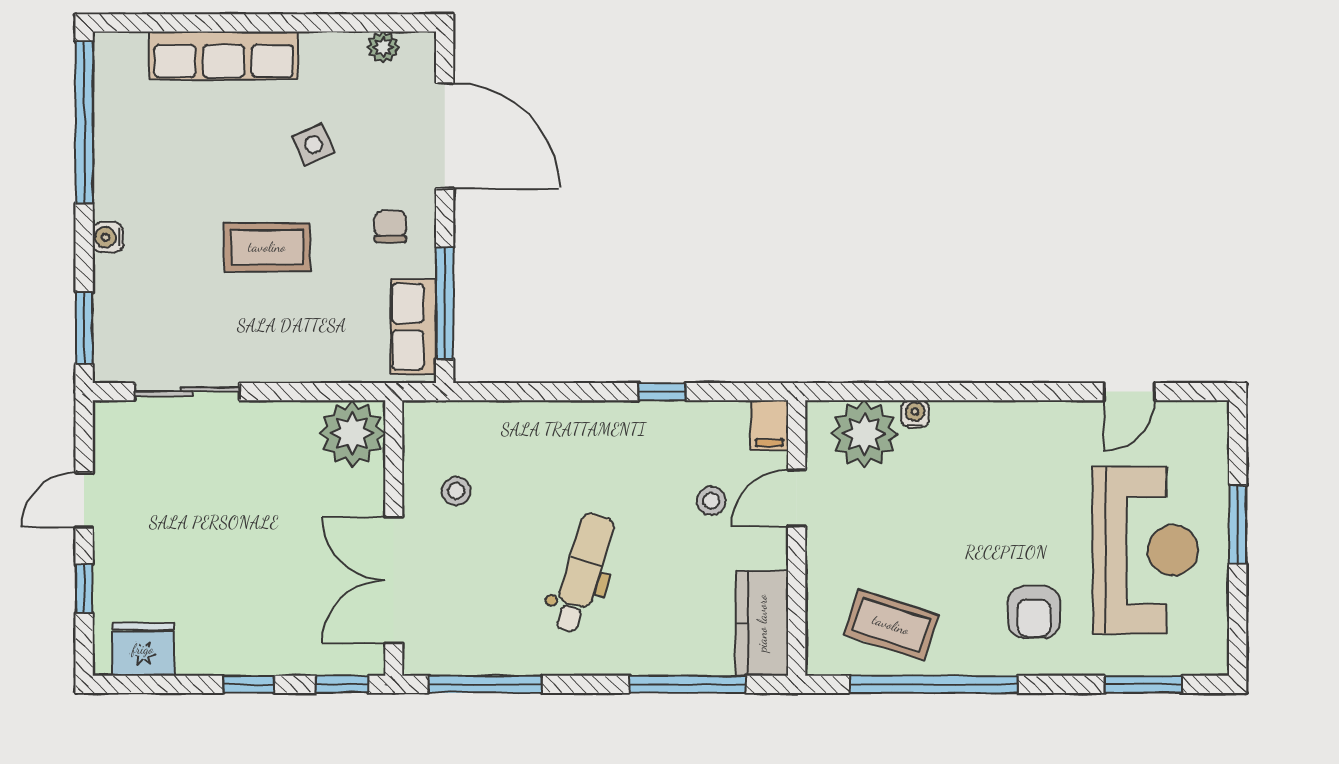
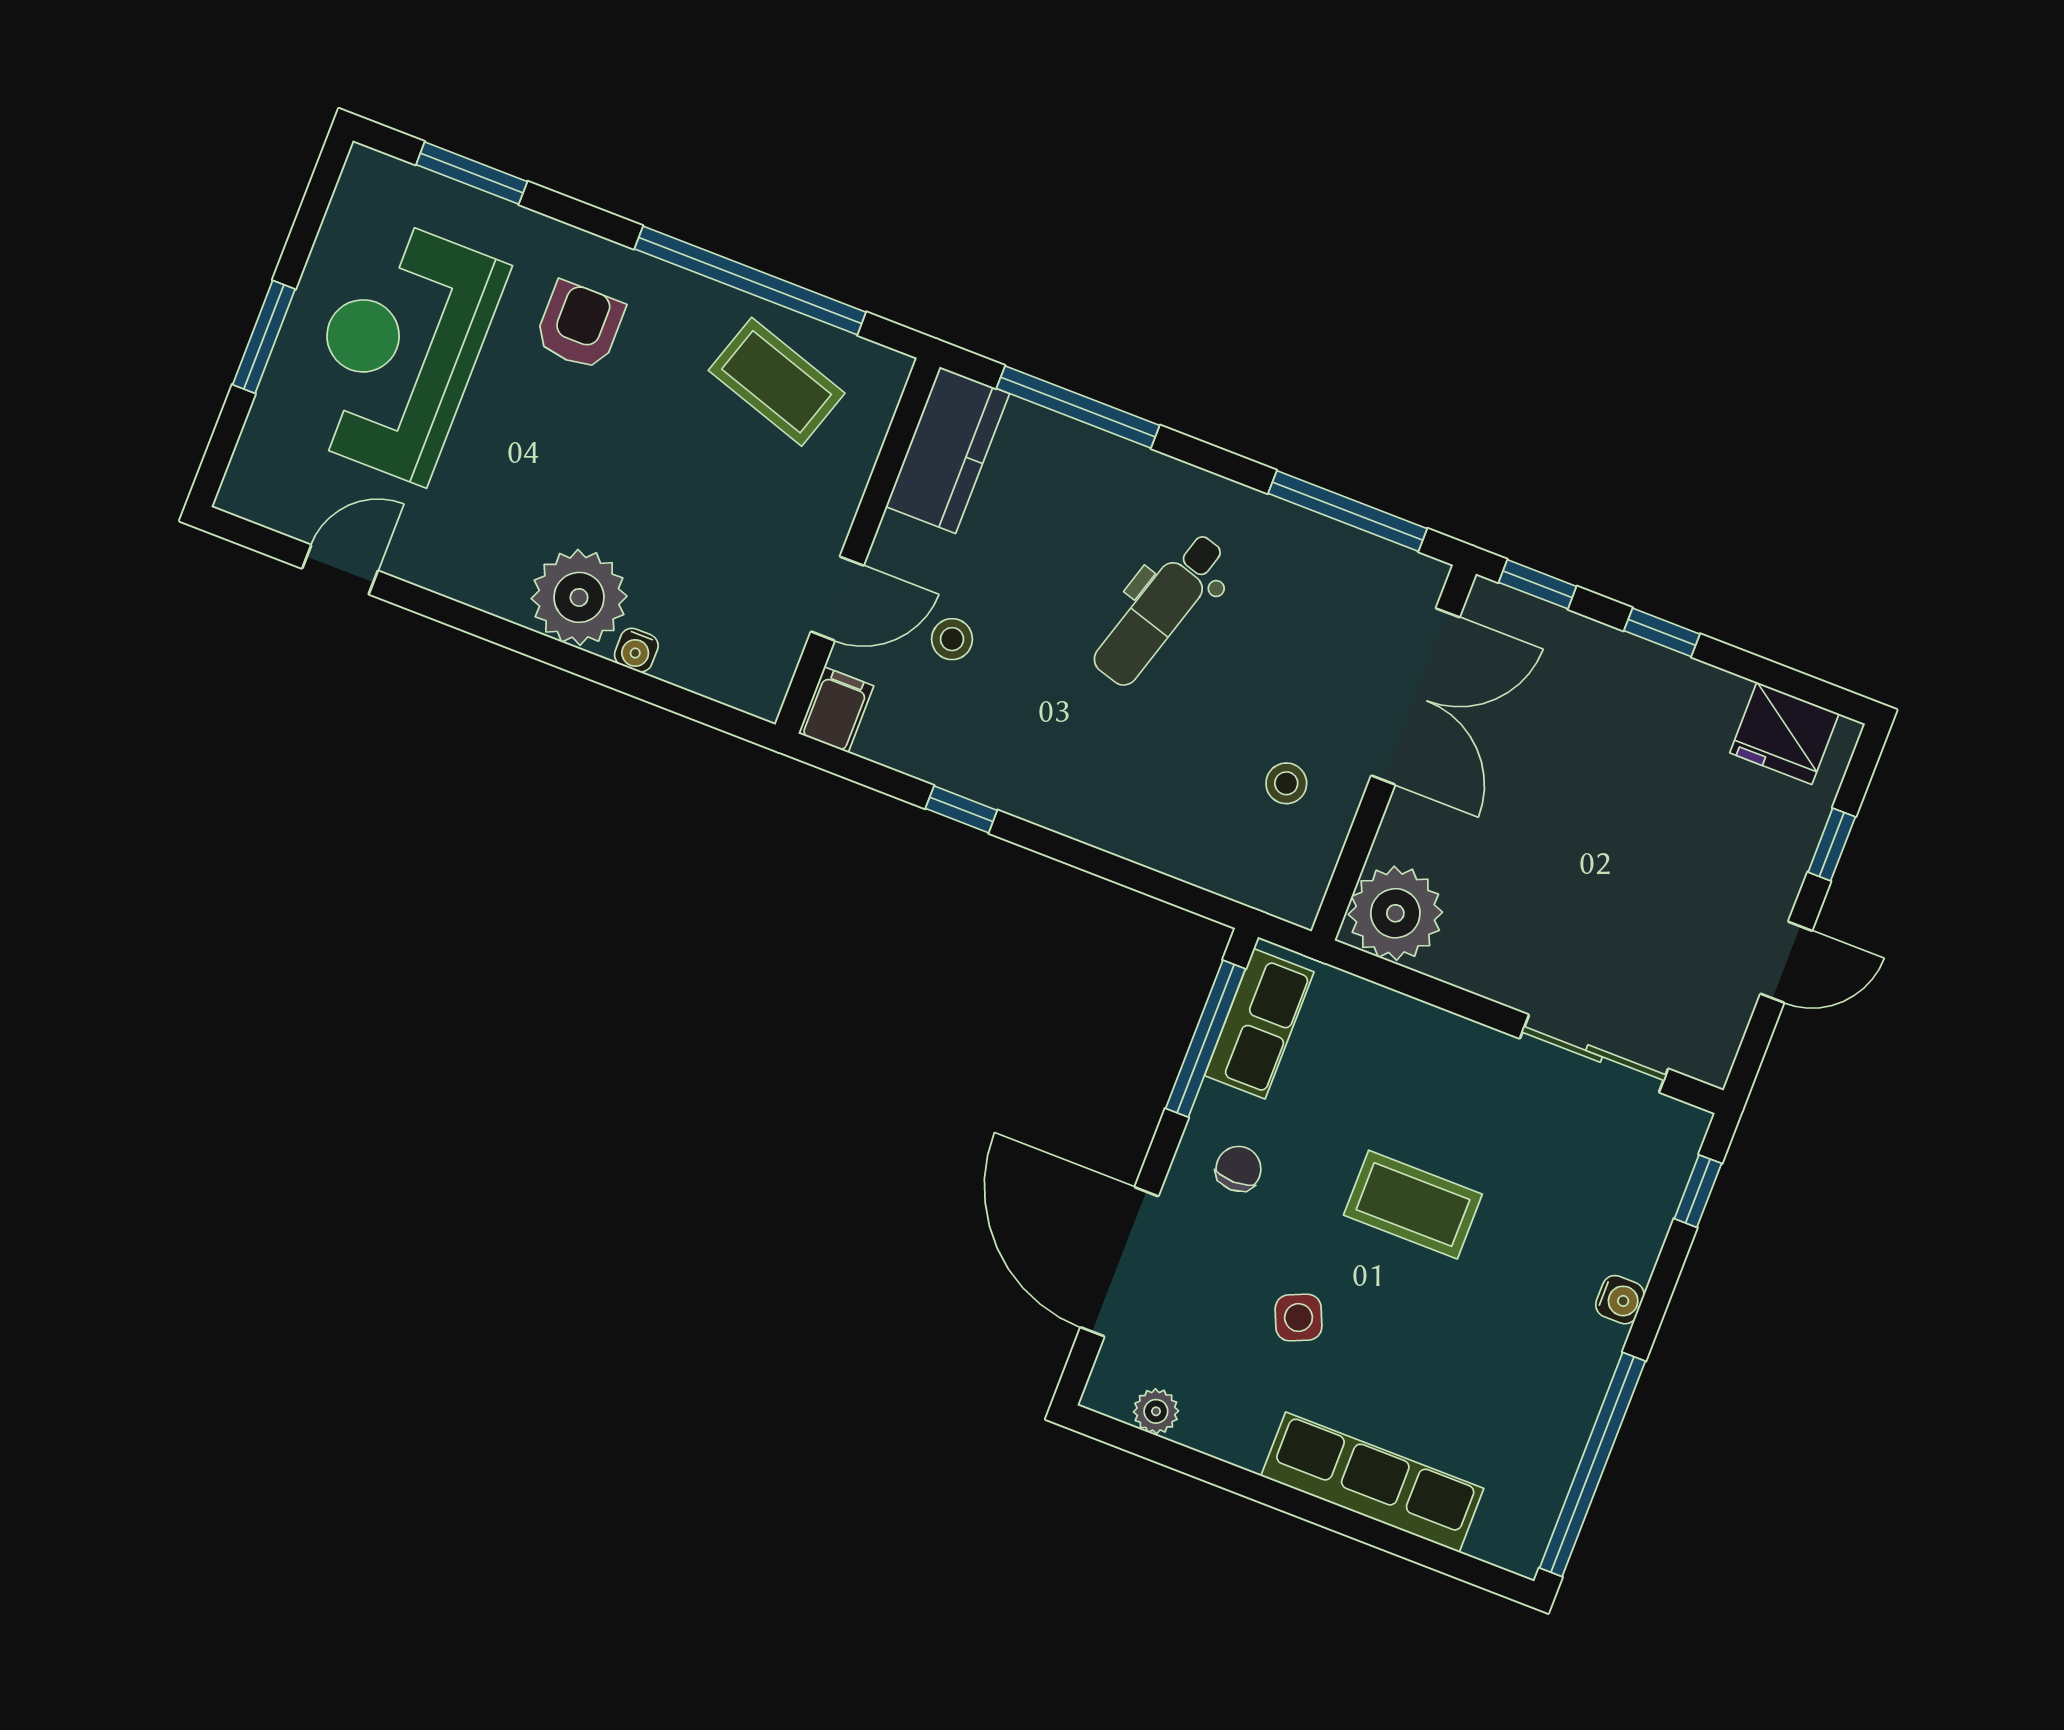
chair: (390, 227) -> (1238, 1169), turned 180
window: (84, 328) -> (1698, 1191), width x0.67
plant: (864, 434) -> (579, 597), moved

